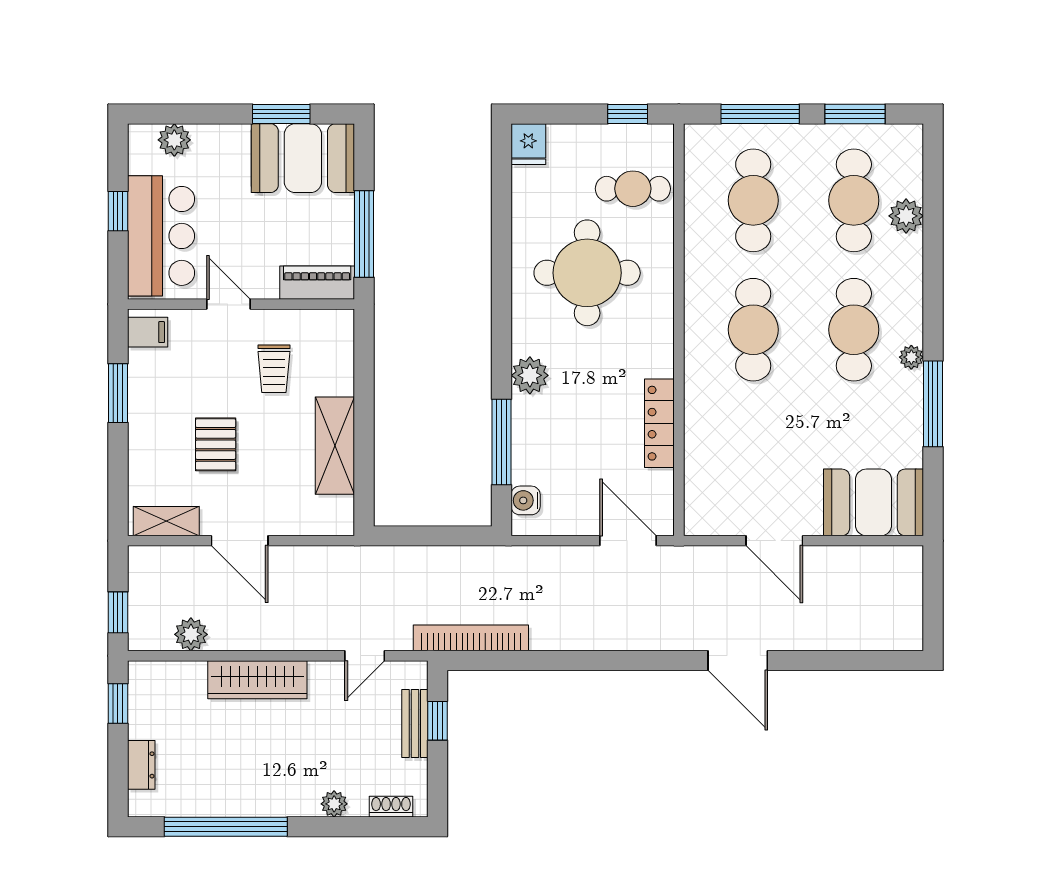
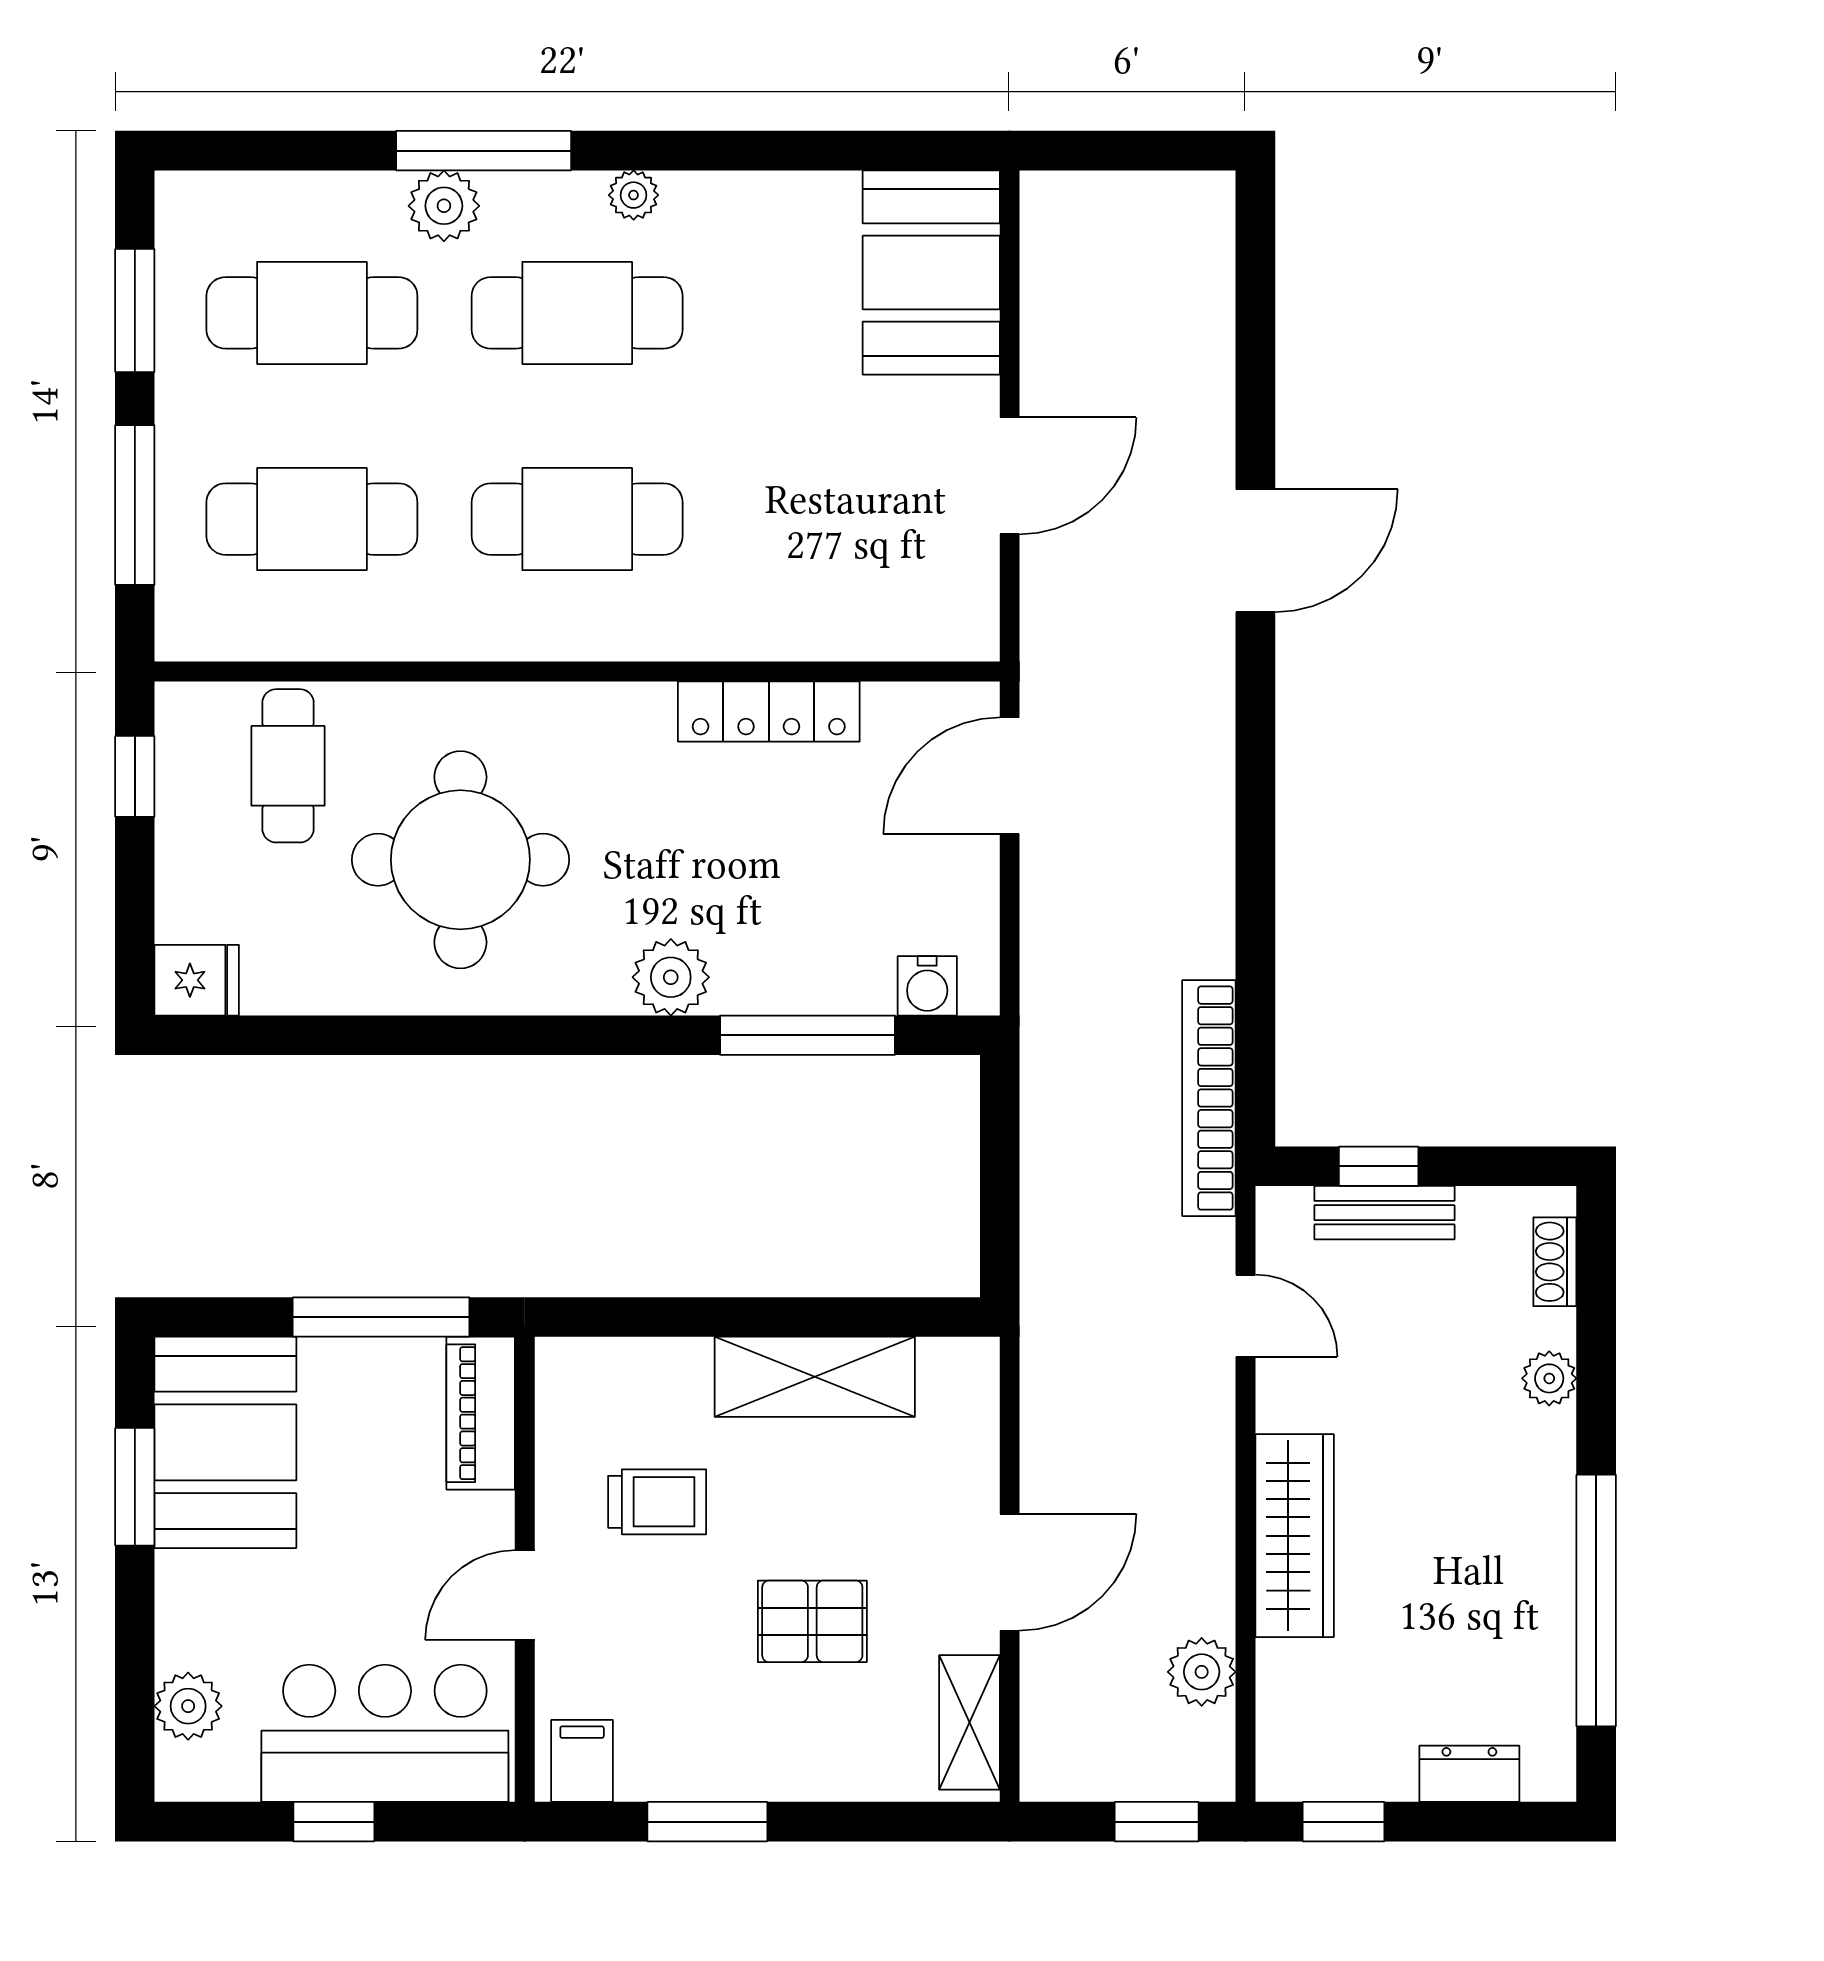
plant: (906, 216) -> (444, 206), moved
window: (933, 404) -> (484, 151), moved

